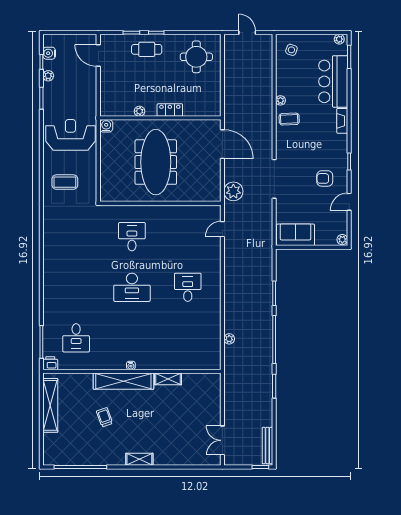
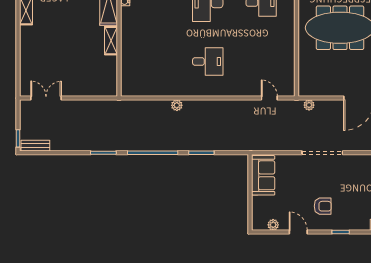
armchair: (325, 178) -> (323, 206), turned 90
plant: (233, 191) -> (309, 105), width x0.53, depth x0.53
plant: (342, 240) -> (273, 225), moved
plant: (229, 339) -> (177, 105), moved
bench: (267, 446) -> (35, 146), width x0.73

